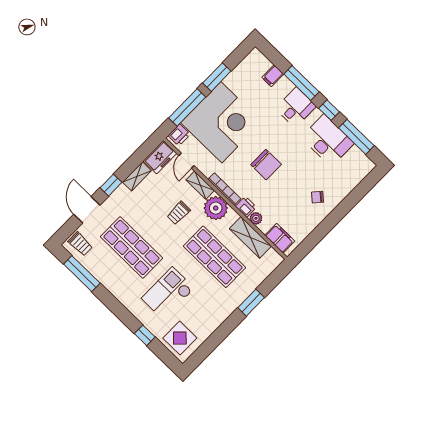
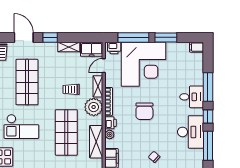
filing cabinet: (273, 76) -> (197, 47), moved
door: (87, 210) -> (24, 37), hinge flipped
checkout: (168, 293) -> (21, 126), turned 180

